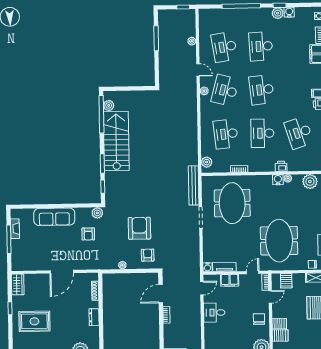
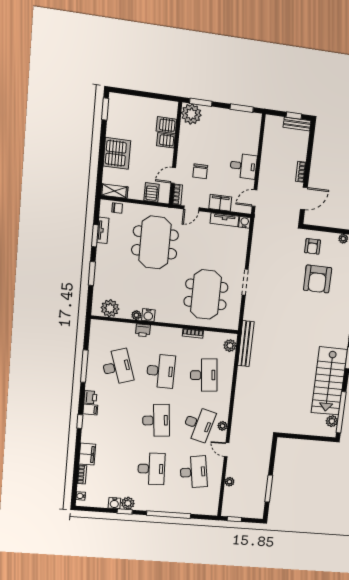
bench: (194, 185) -> (246, 344), moved
chair: (259, 319) -> (200, 171), moved

